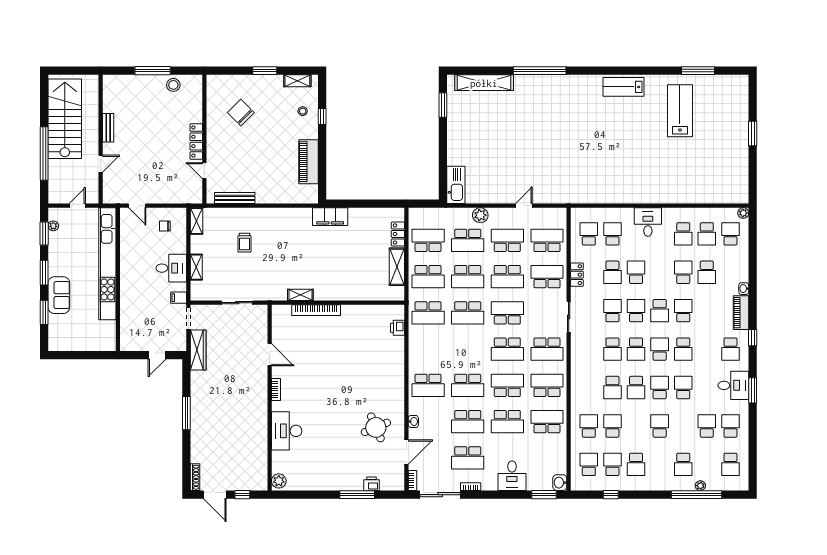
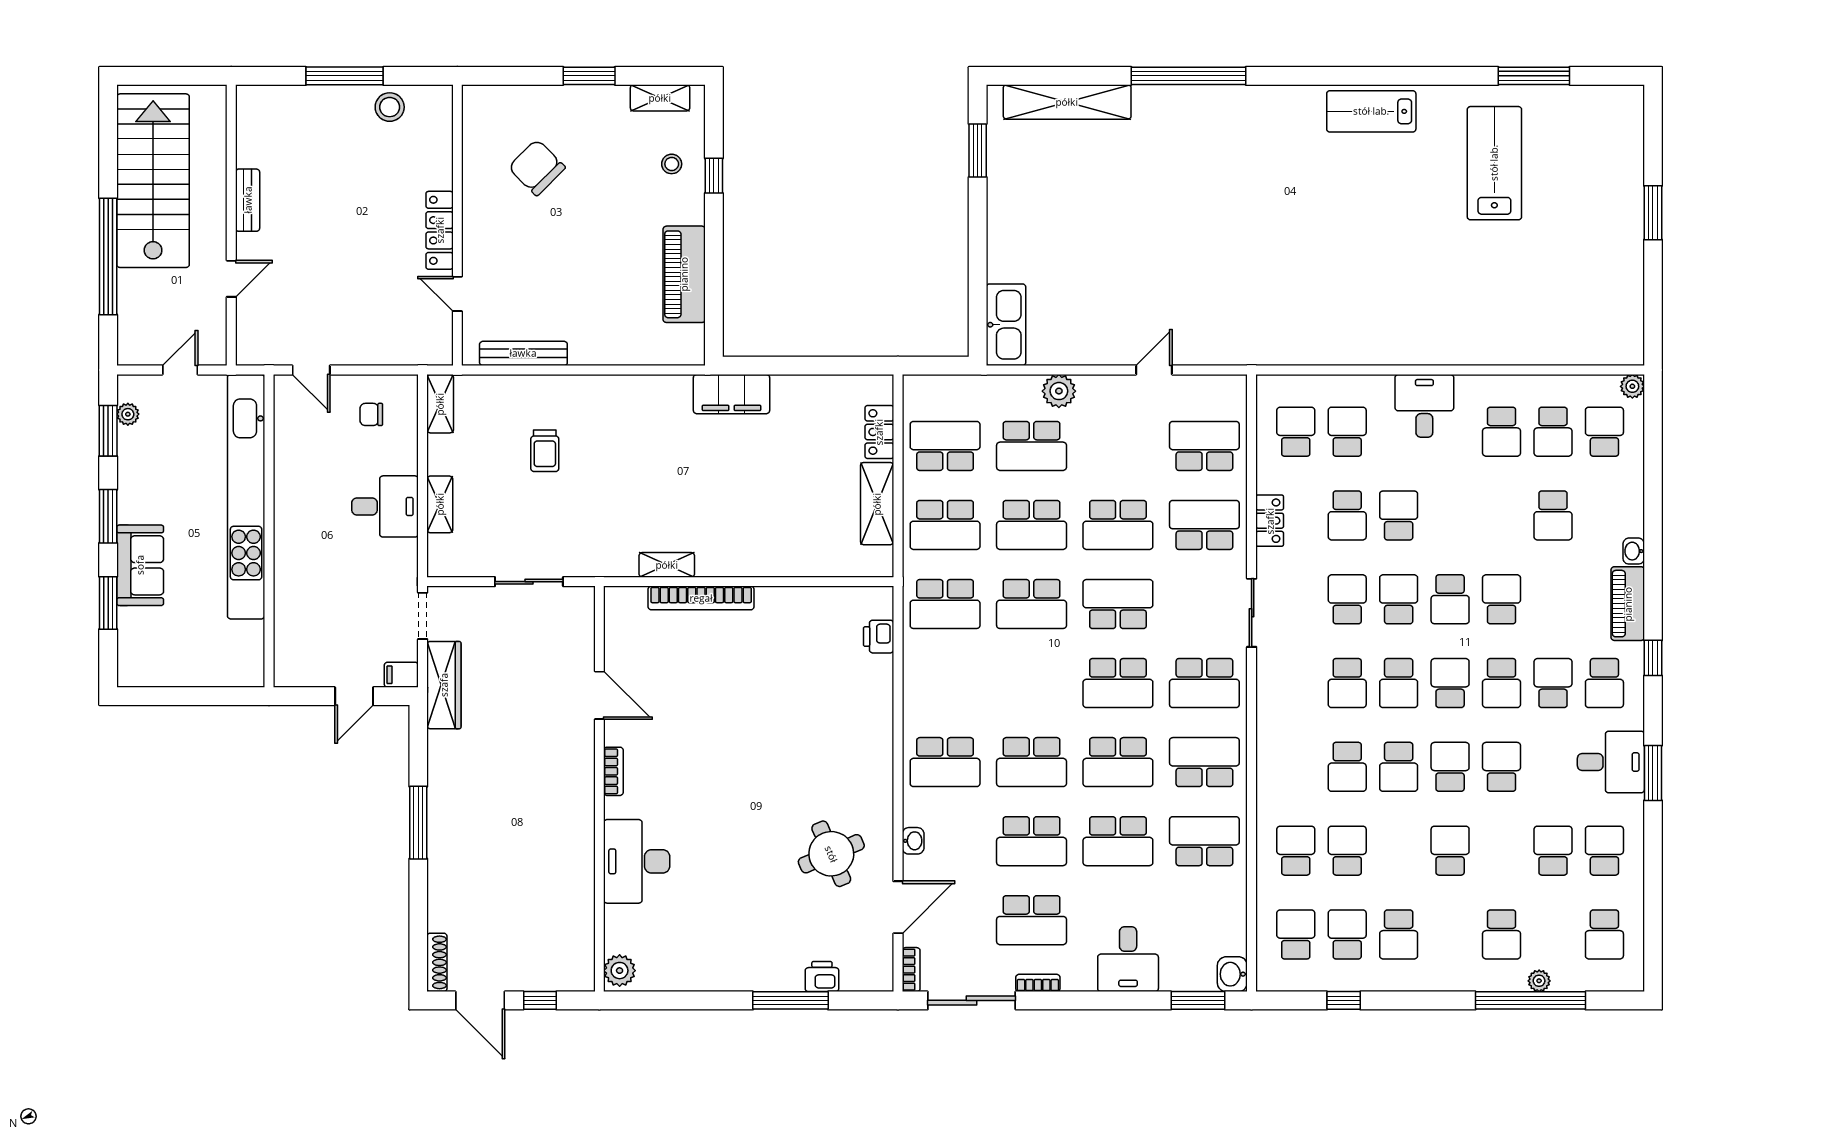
school desk: (507, 240) -> (1118, 446), removed
school desk: (683, 272) -> (1553, 683), moved
filing cabinet: (179, 298) -> (401, 675), moved
school desk: (507, 385) -> (1118, 762), turned 180

